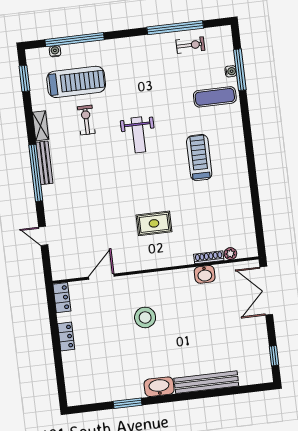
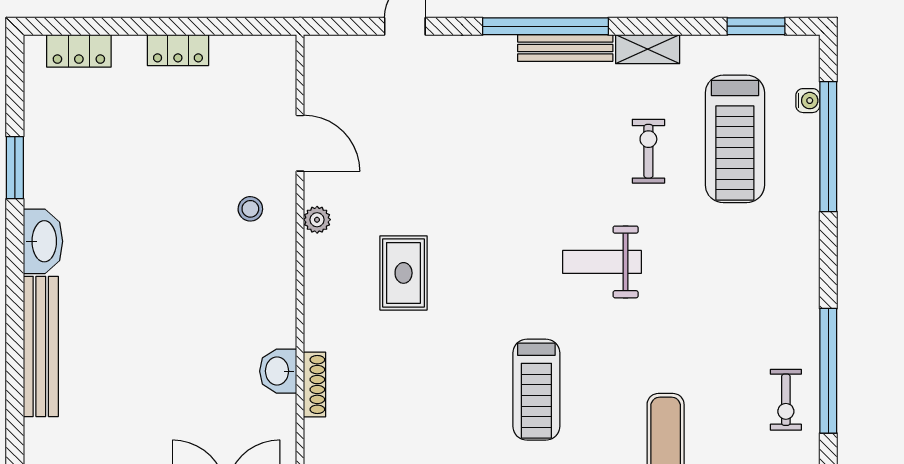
exercise bike: (86, 120) -> (648, 151), turned -90
treadmill: (199, 158) -> (536, 390), turned 90
plant: (230, 254) -> (317, 220), moved
locker: (62, 298) -> (79, 51), moved
stool: (145, 317) -> (250, 209), moved, width x0.53, depth x0.53

